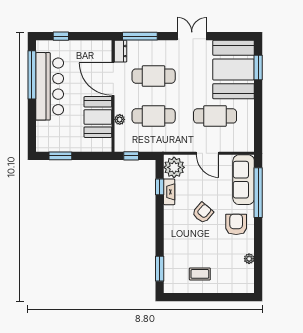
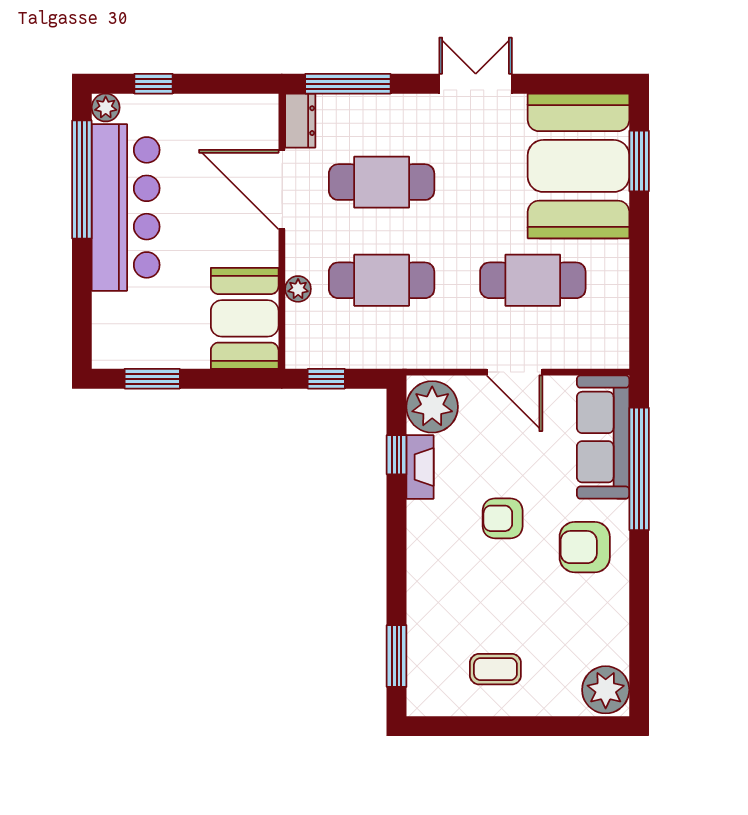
plant: (41, 46) -> (106, 107), added
booth: (98, 117) -> (245, 318), moved
armchair: (203, 213) -> (503, 518), turned -131
armchair: (236, 224) -> (585, 547), turned -90
plant: (249, 259) -> (606, 690), moved, width x1.87, depth x1.87

